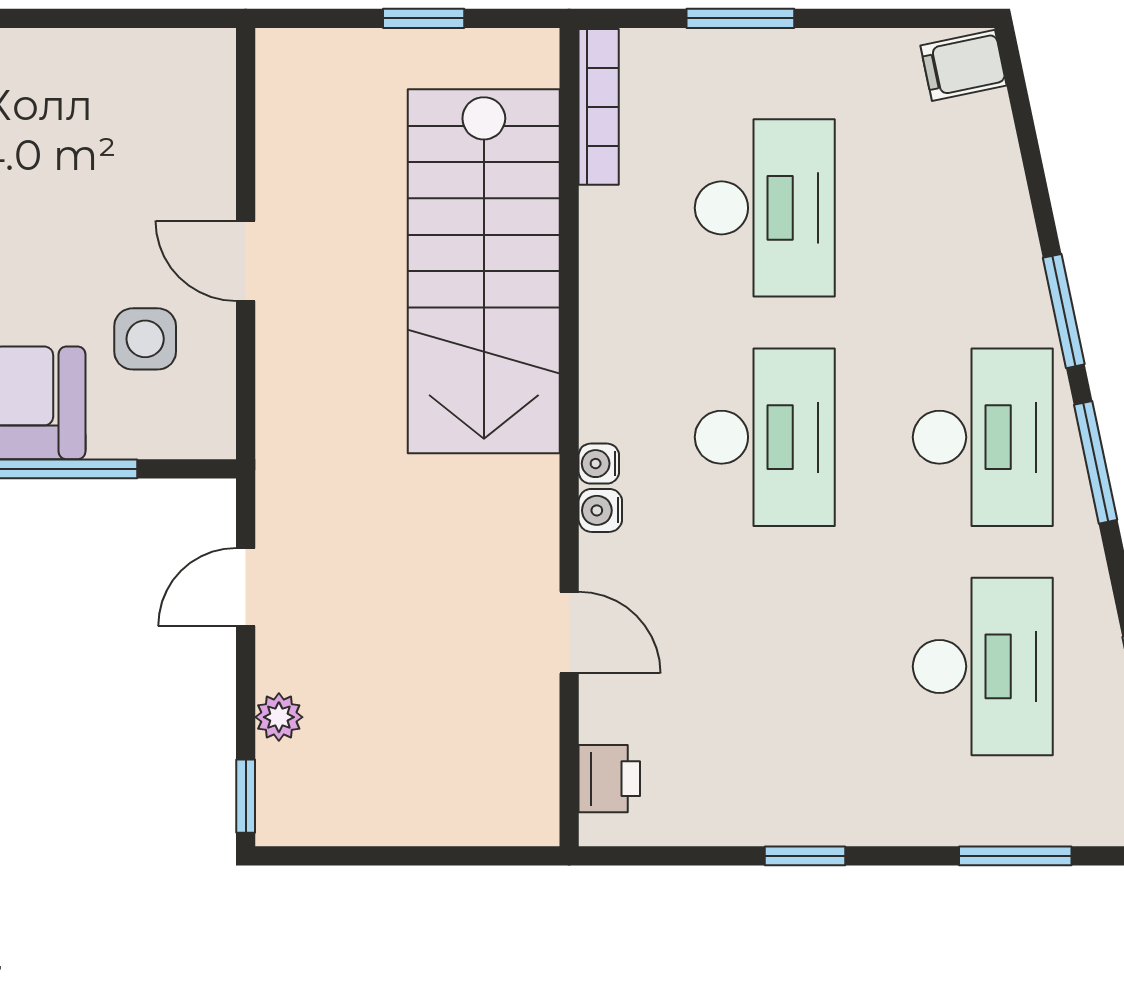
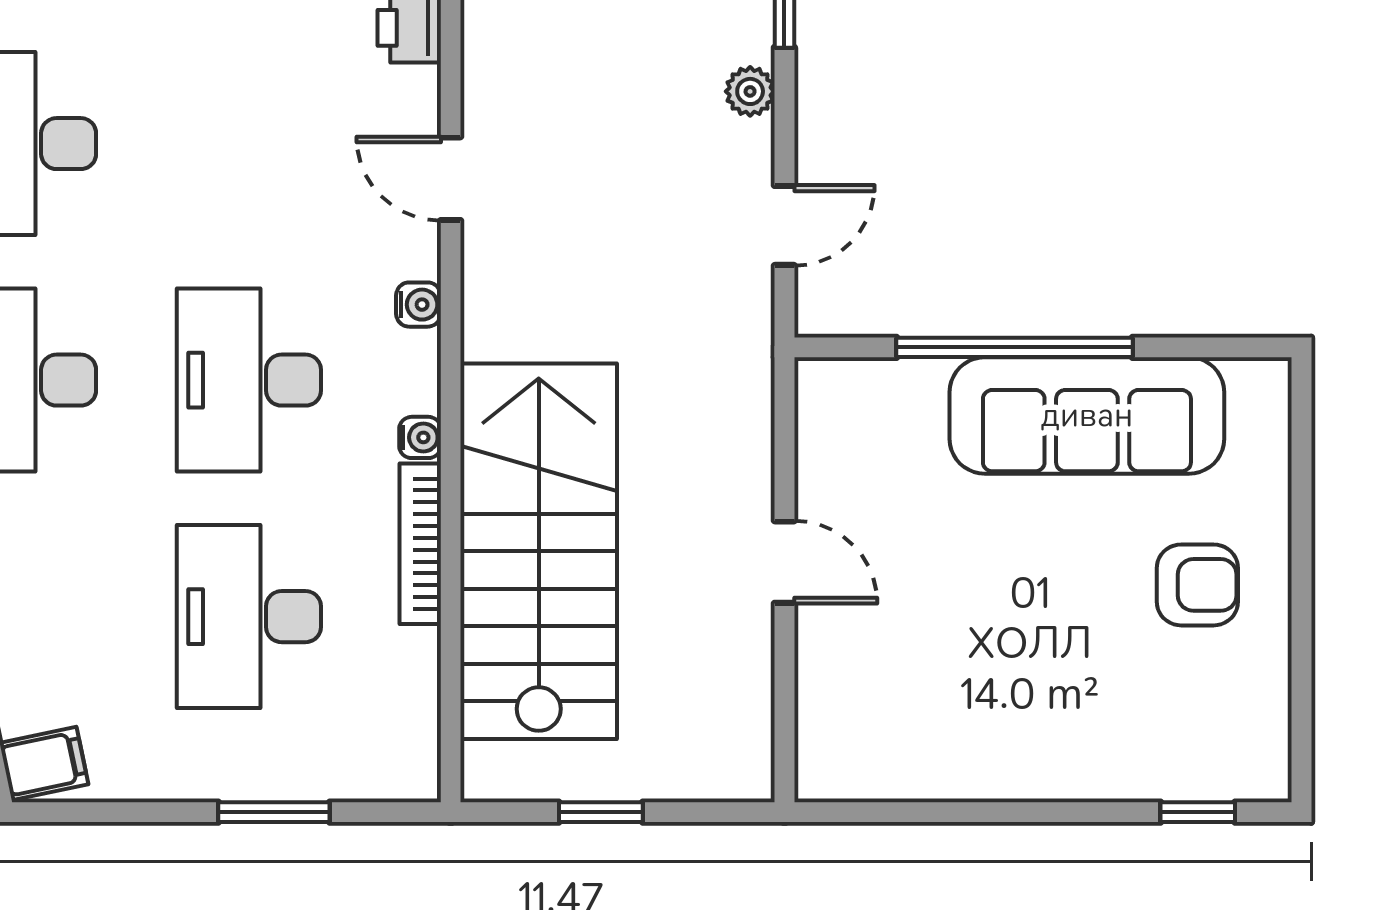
bookcase: (599, 107) -> (420, 544), moved
side table: (145, 339) -> (888, 481), removed
water cooler: (599, 464) -> (420, 437), moved

